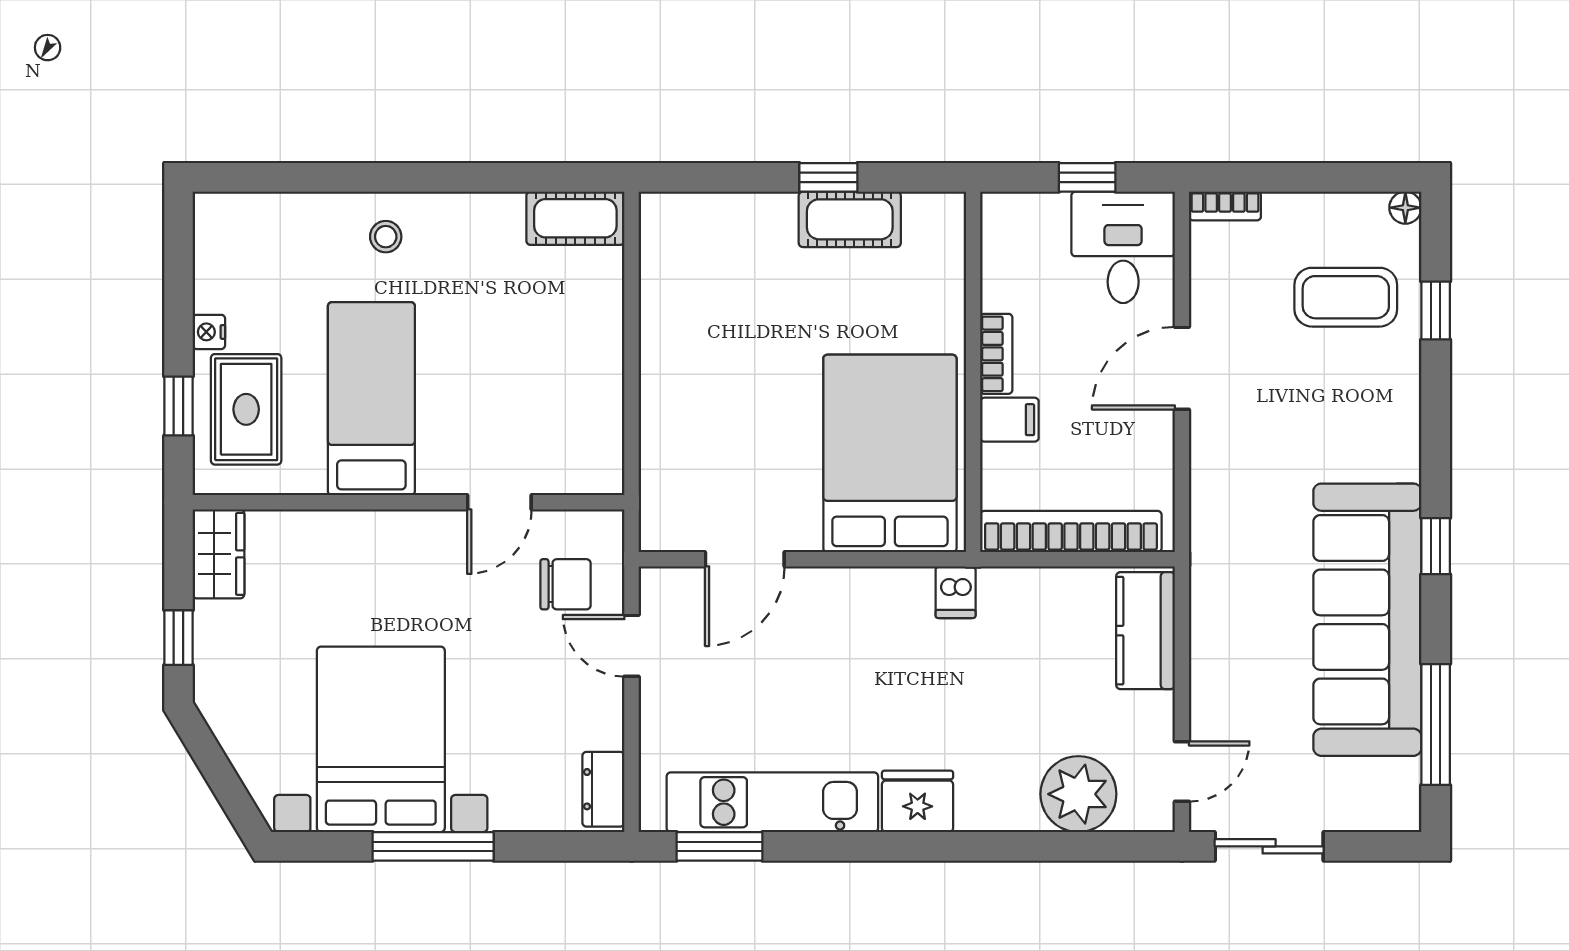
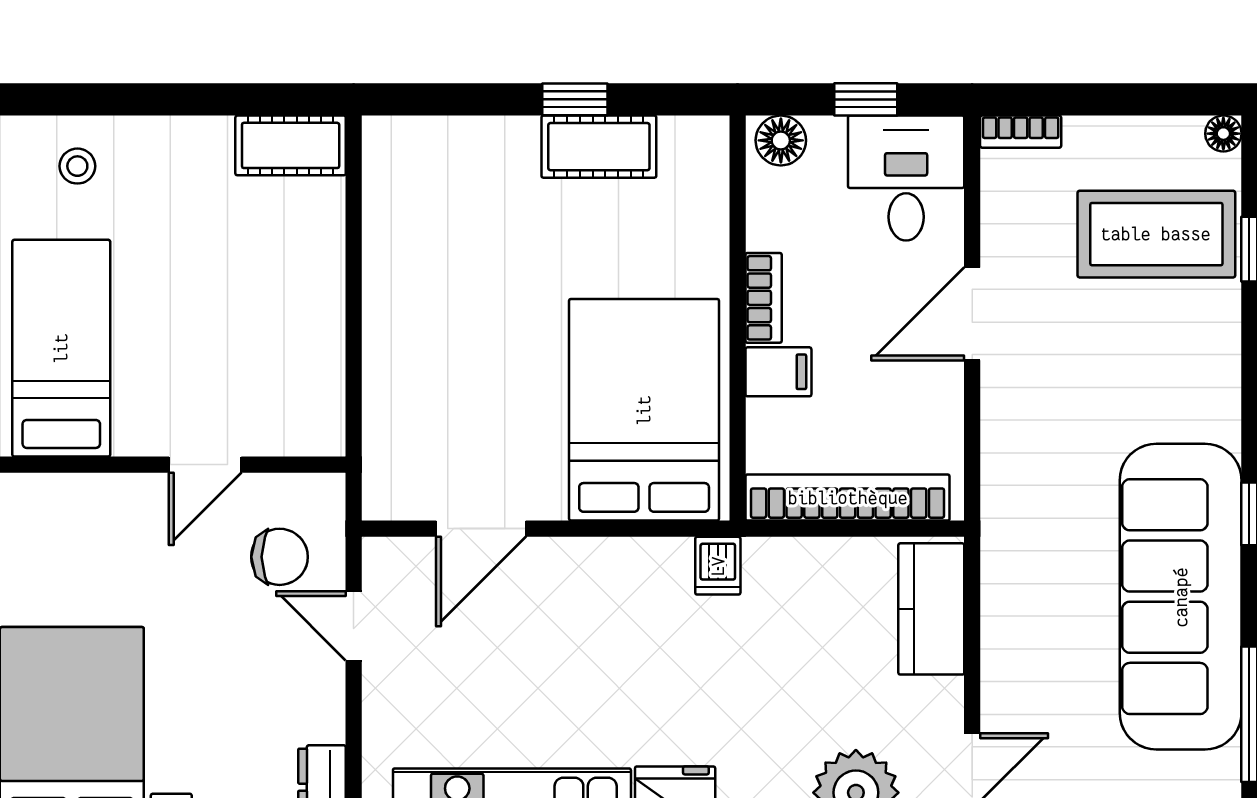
floor lamp: (1012, 214) -> (781, 140), added
coffee table: (1346, 297) -> (1156, 234), width x1.36, depth x1.32

